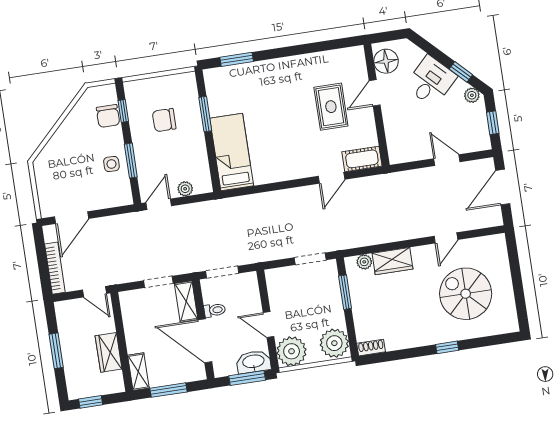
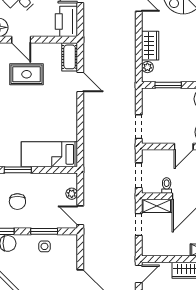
printer: (407, 148) -> (66, 21), added
doorway: (310, 259) -> (139, 127), moved

